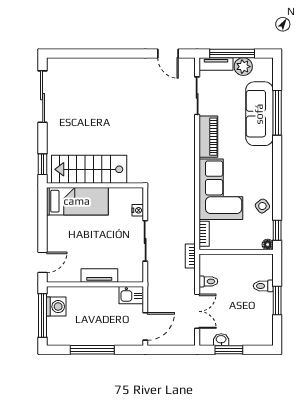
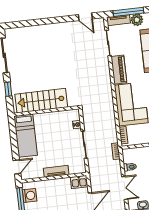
window: (43, 164) -> (8, 89), moved
bed: (77, 201) -> (26, 136), moved, turned 90

